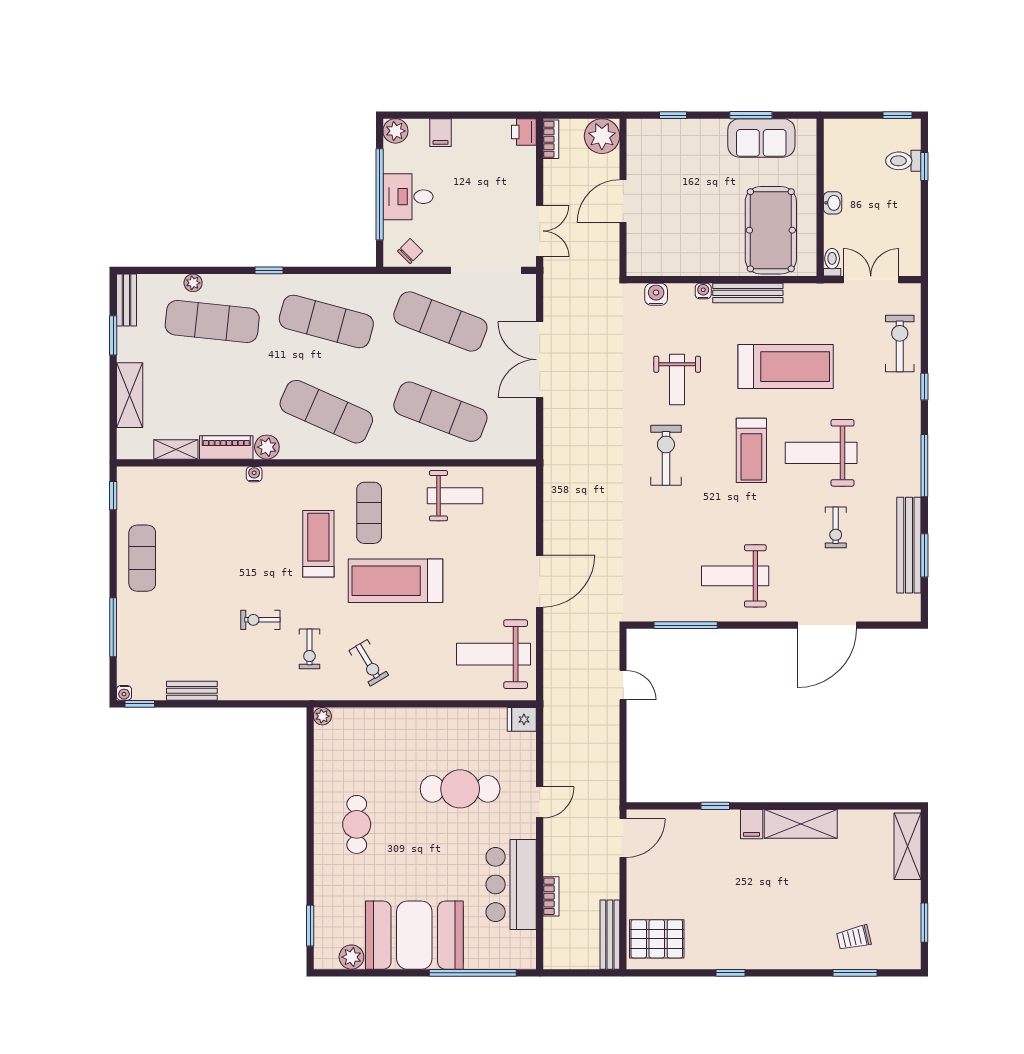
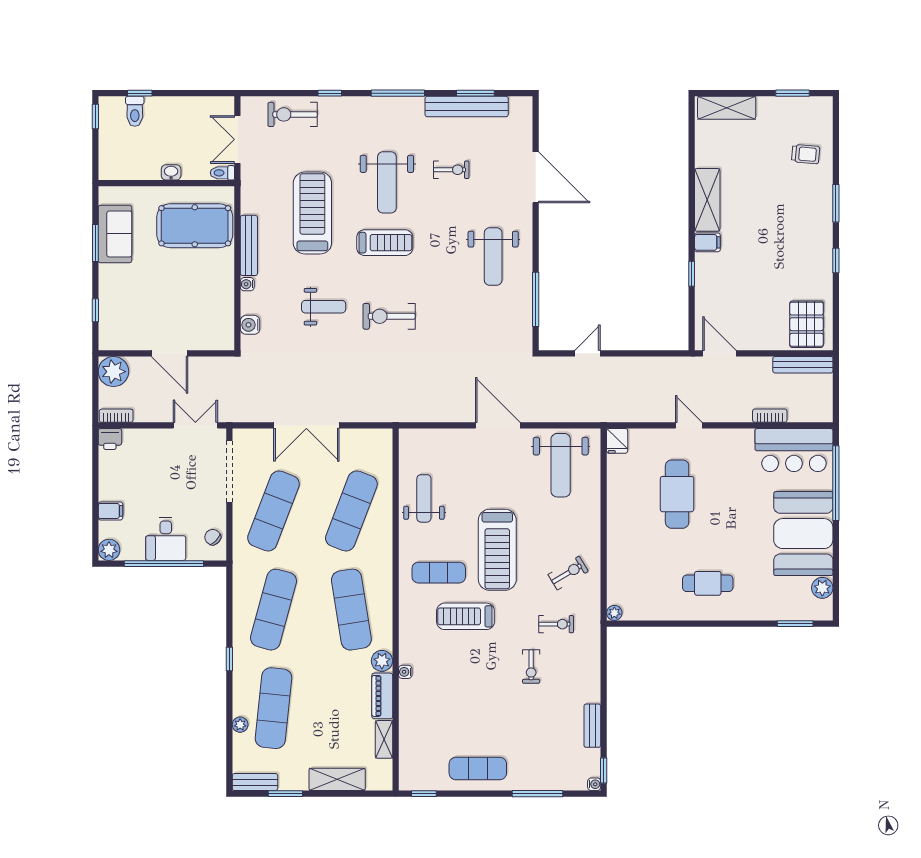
exercise mat: (326, 412) -> (351, 610), turned -33
bar counter: (511, 884) -> (794, 450), moved
trolley: (854, 938) -> (806, 154), turned -72
window: (855, 973) -> (836, 203), moved

